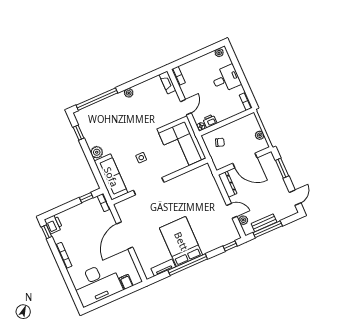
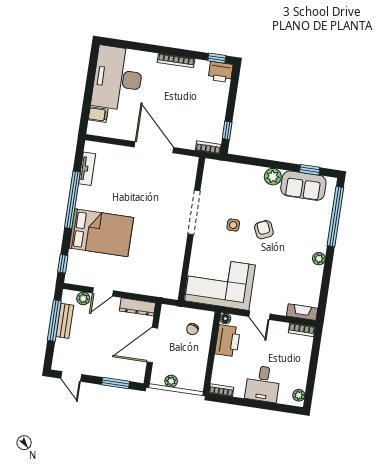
printer: (210, 121) -> (228, 341), width x1.87, depth x1.48
armchair: (132, 137) -> (264, 230), added
sofa: (111, 177) -> (303, 186), moved, width x0.73
bed: (181, 241) -> (101, 233), moved

